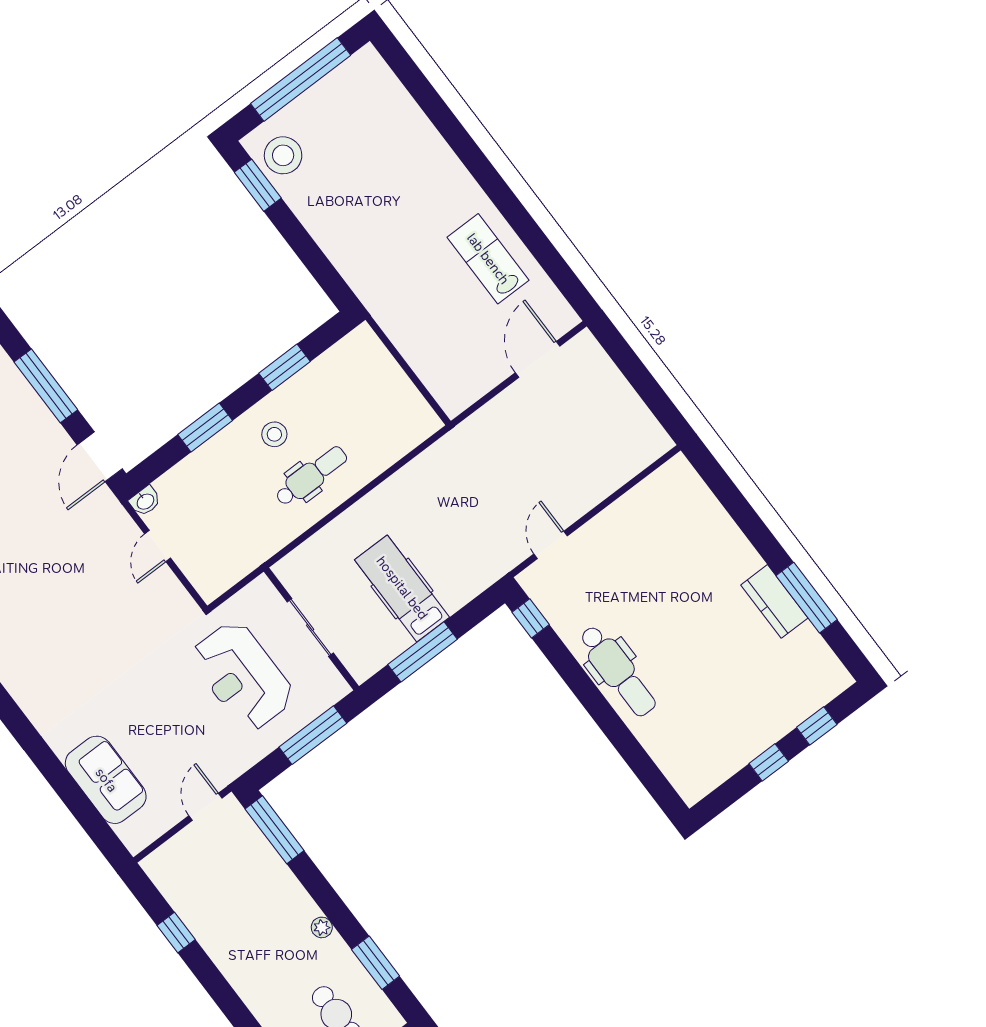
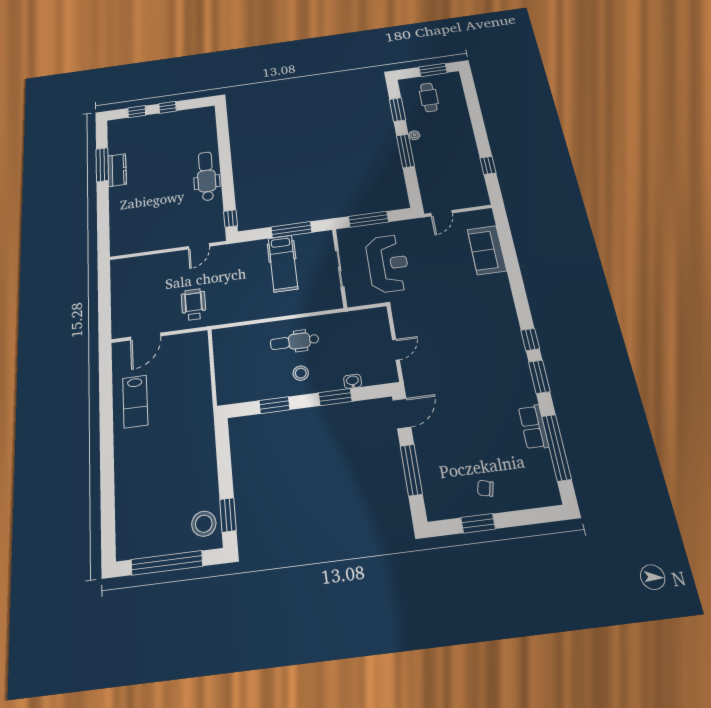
wheelchair: (498, 448) -> (194, 304), added
washbasin: (145, 501) -> (353, 381), moved
window: (275, 830) -> (405, 151), moved

